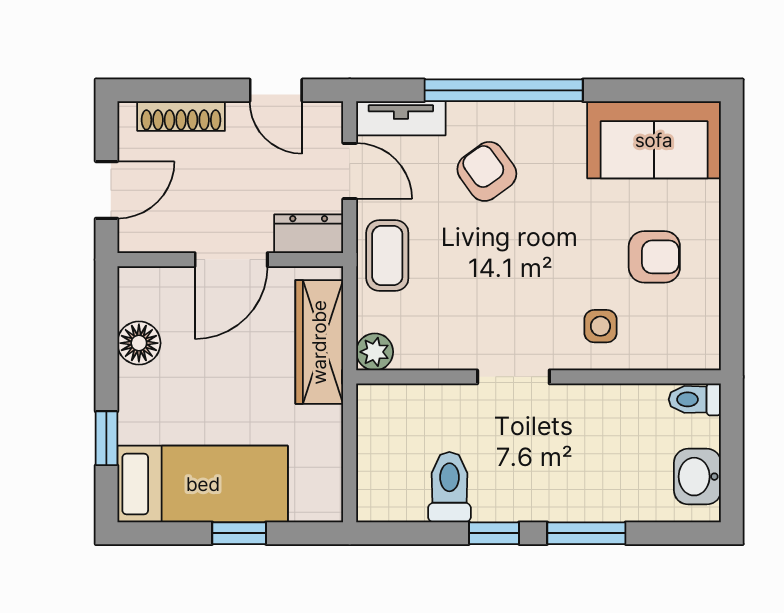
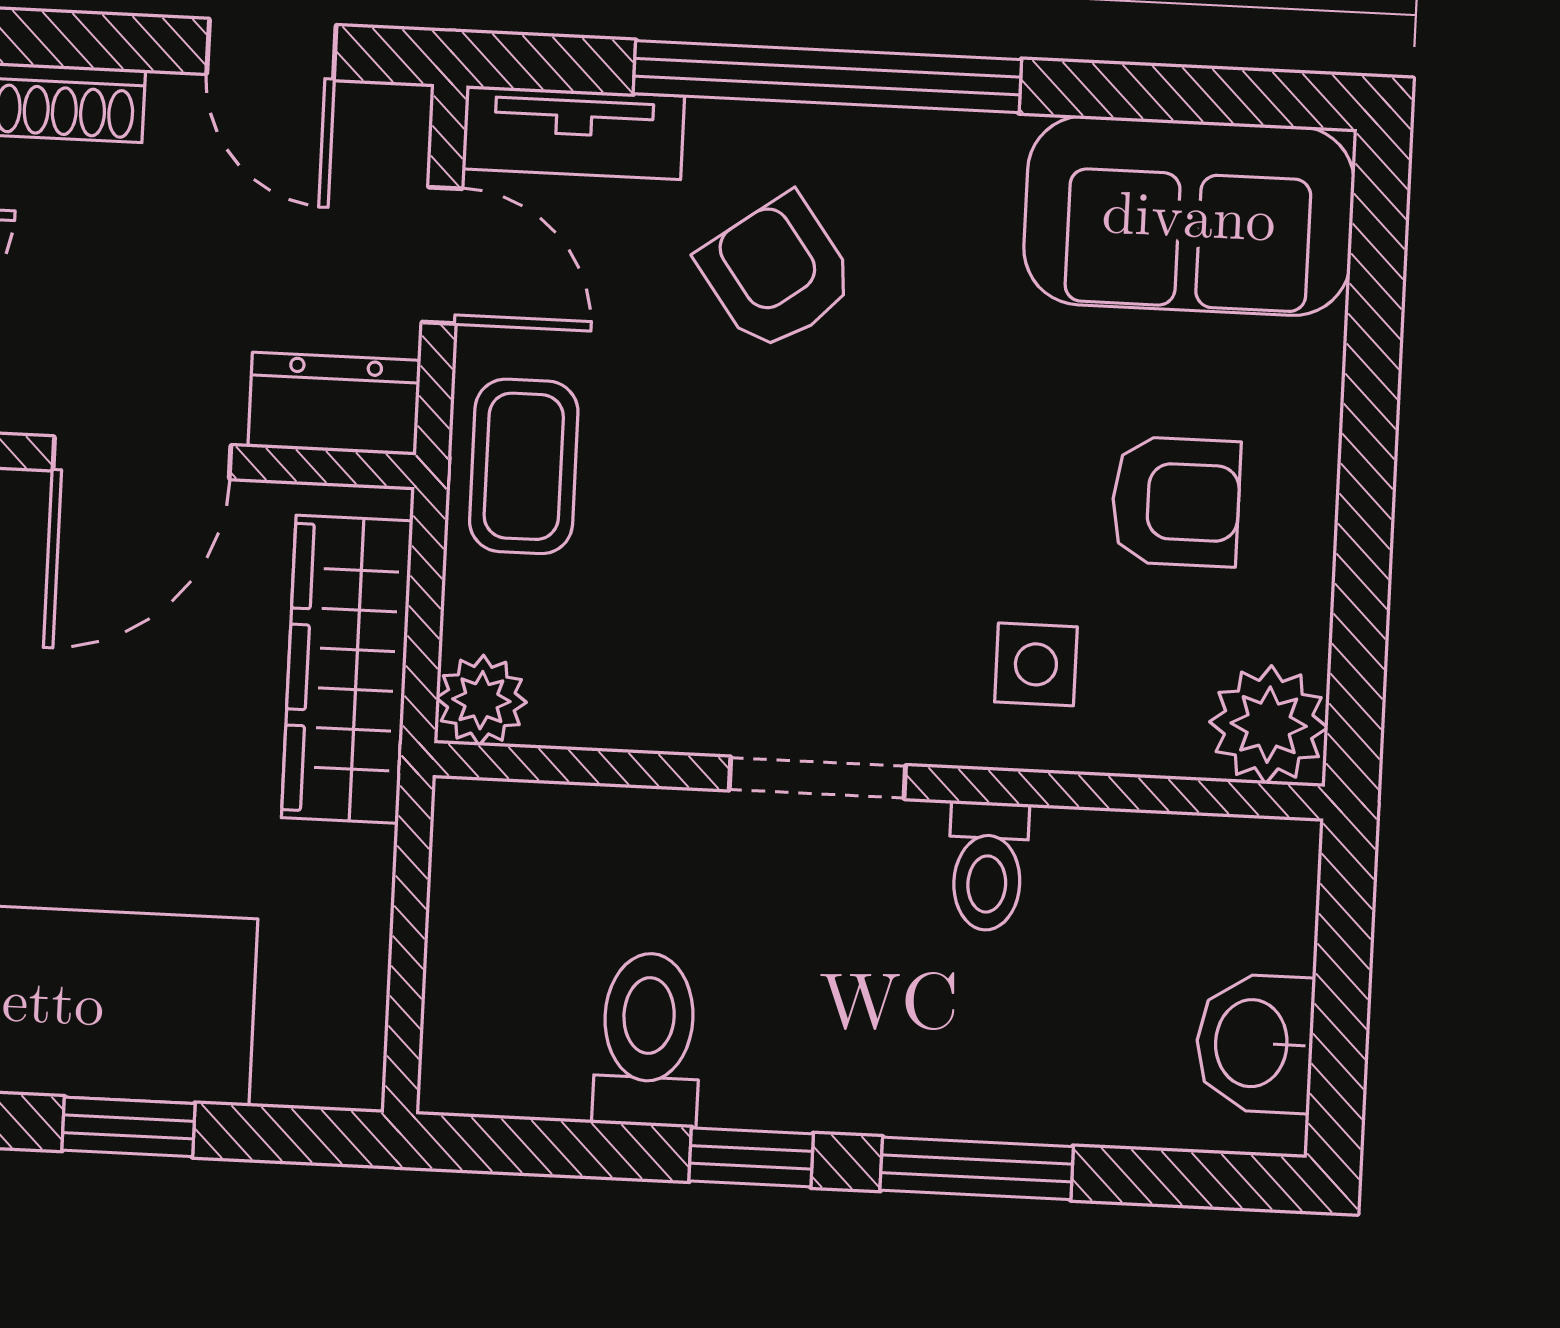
plant: (697, 346) -> (1269, 725), added
toilet: (695, 399) -> (988, 866), moved, turned -90

